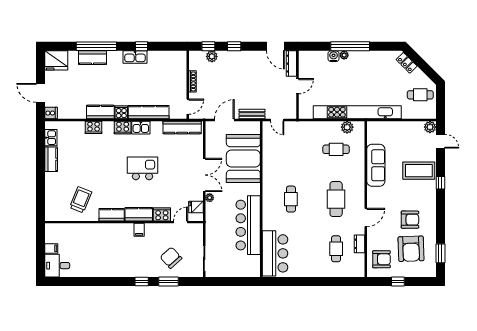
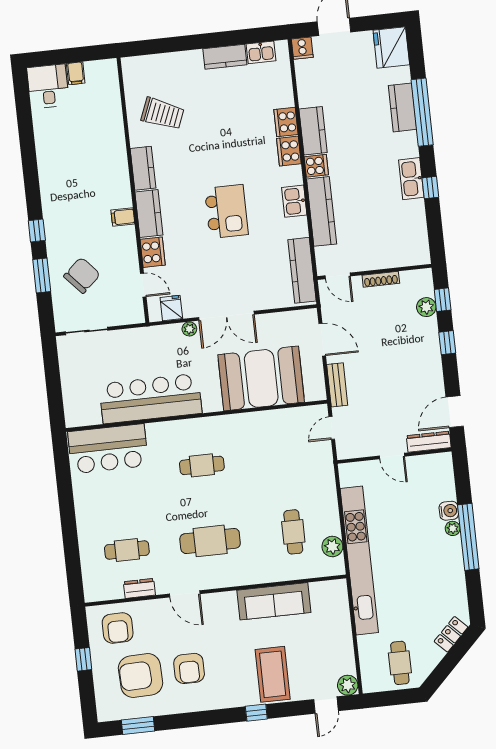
cooker: (123, 127) -> (289, 151), moved

